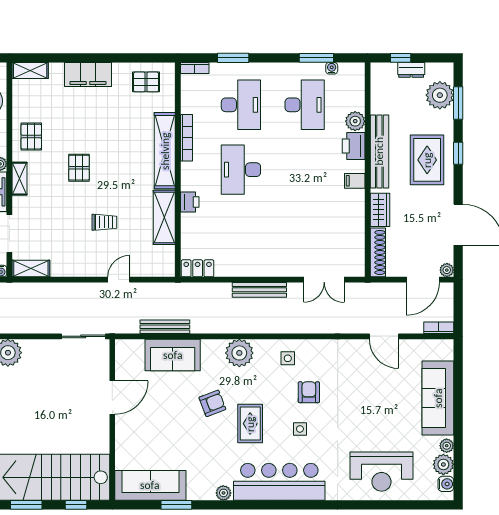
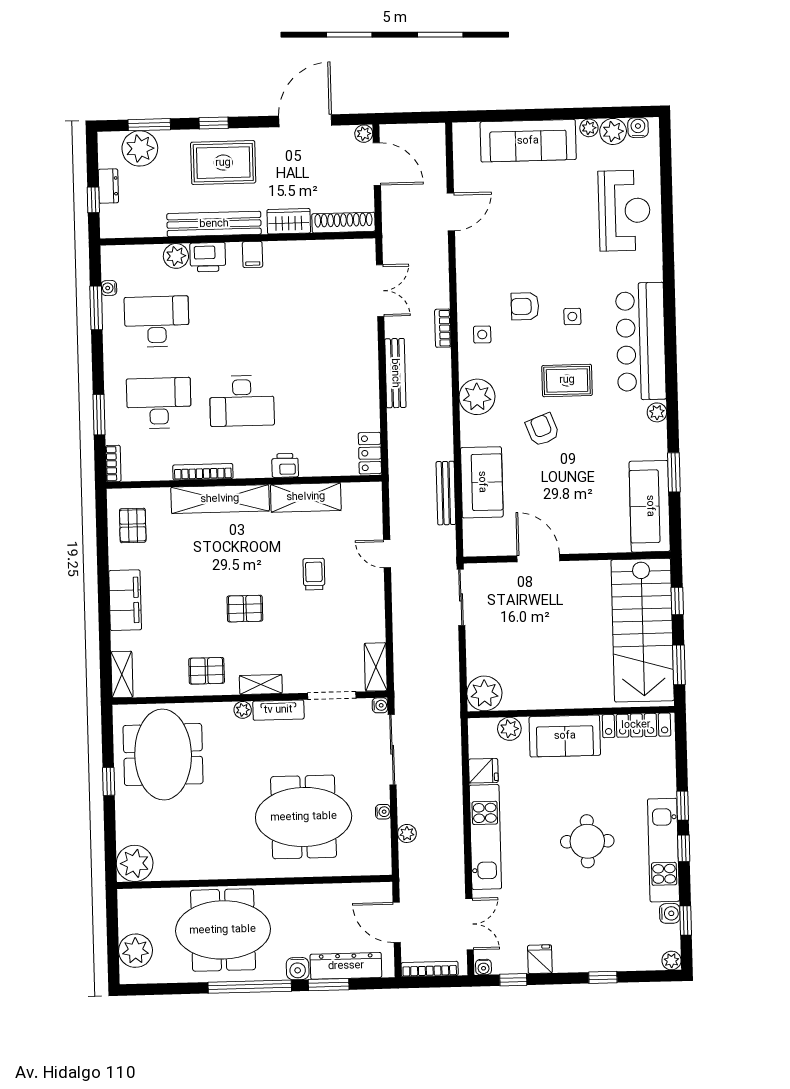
bookcase: (439, 328) -> (443, 328), moved

